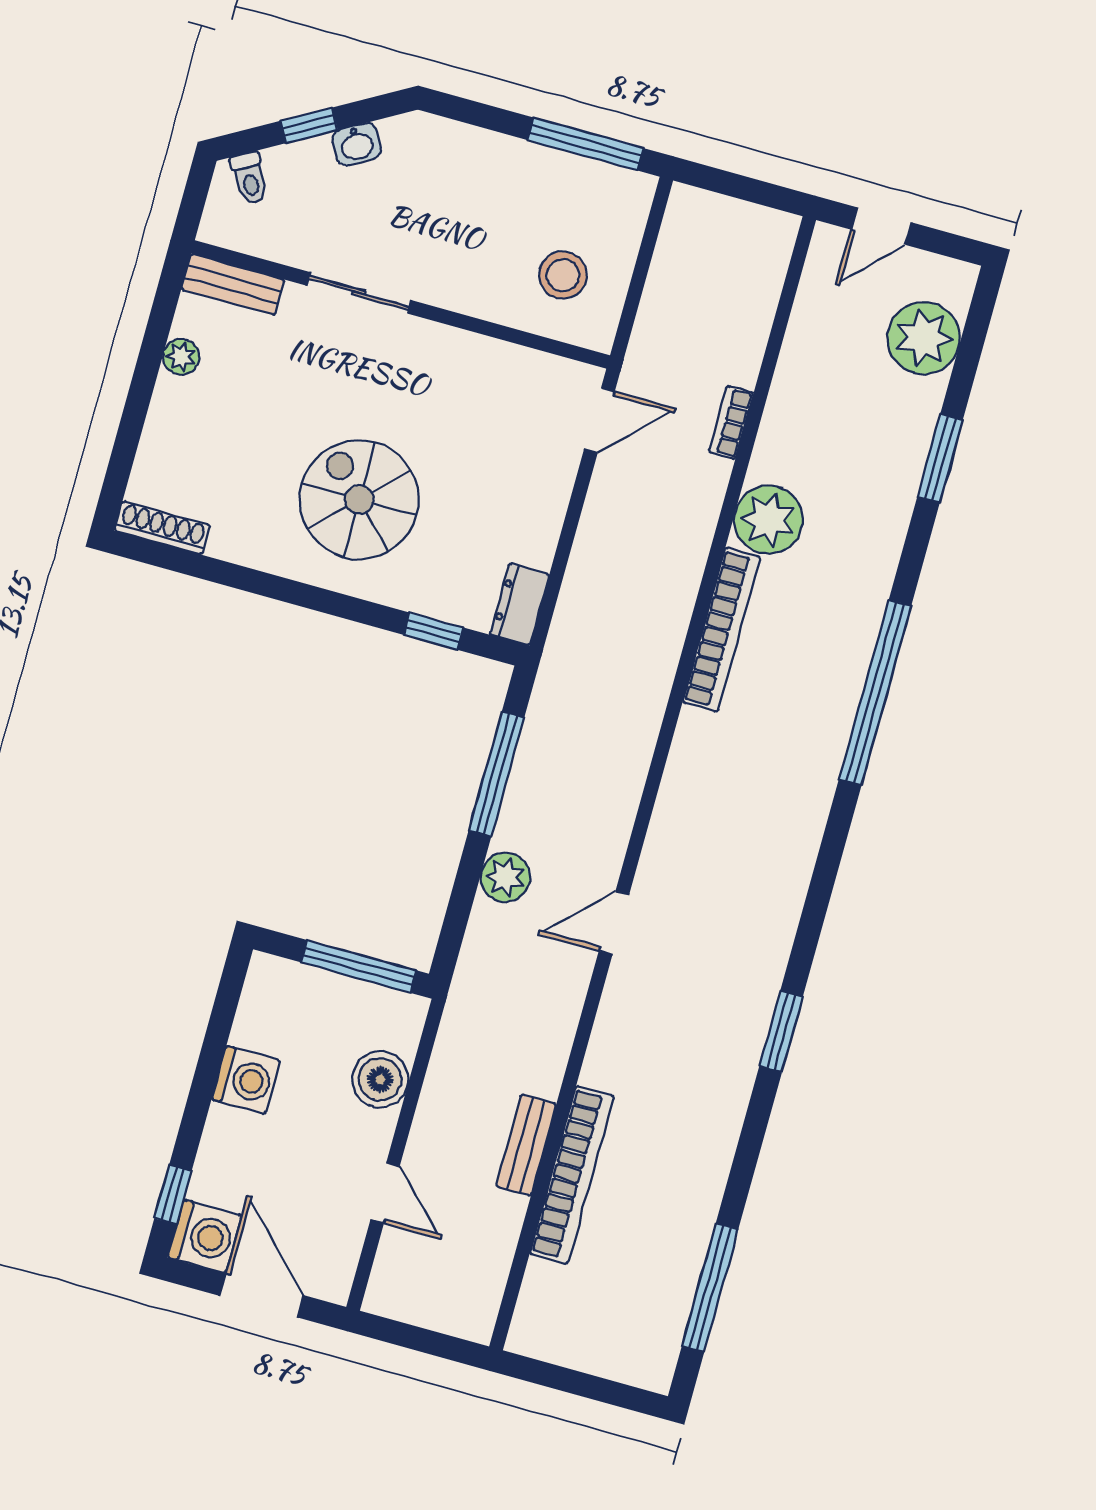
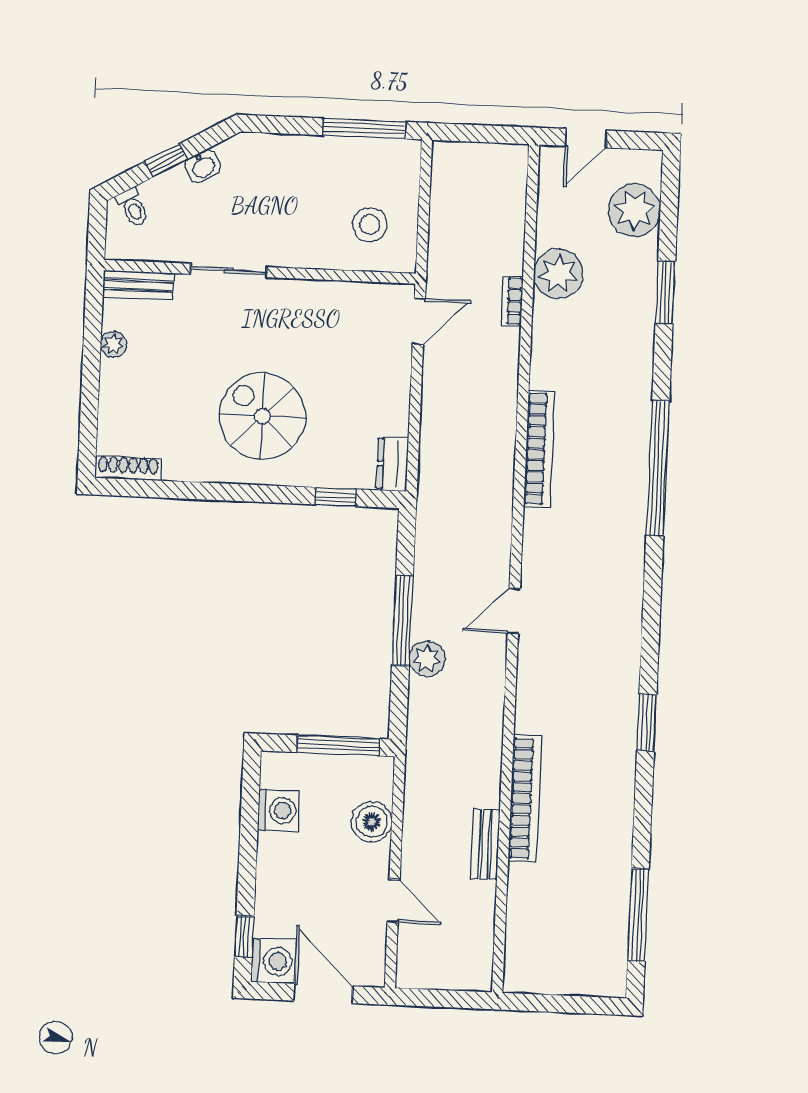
plant: (769, 520) -> (558, 274), moved
window: (496, 774) -> (402, 620), moved
door: (614, 923) -> (514, 611), moved
washing machine: (246, 1080) -> (278, 810), moved
bookcase: (572, 1175) -> (525, 798), moved

